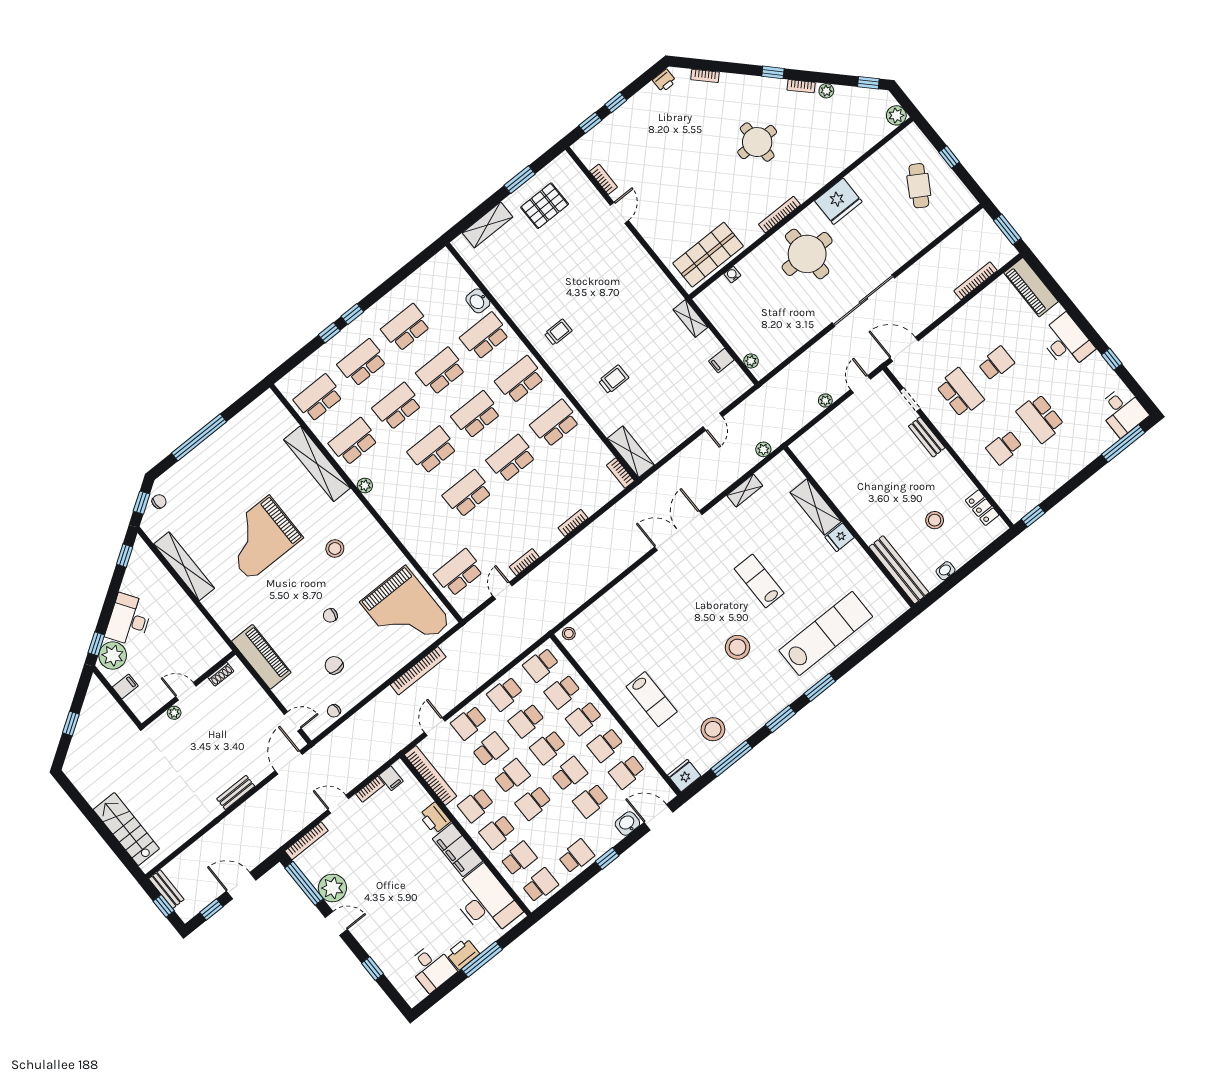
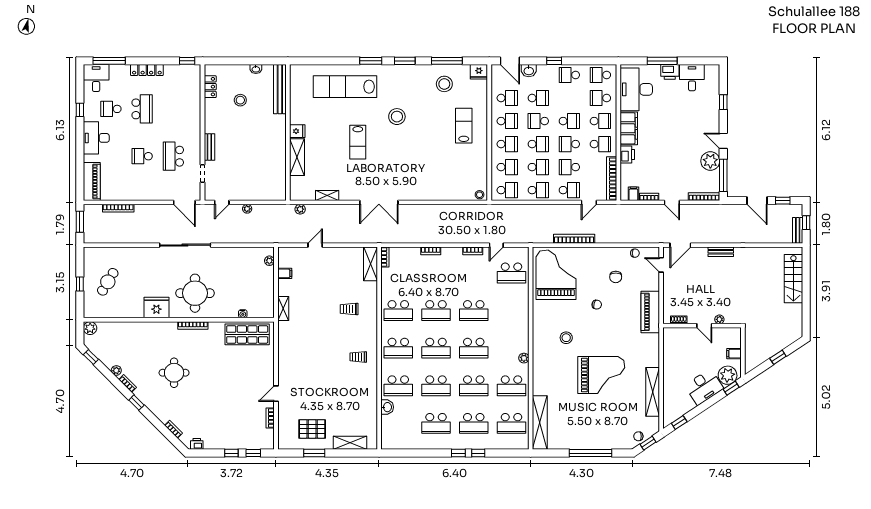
school desk: (1004, 447) -> (111, 109), moved, turned 180
shelving: (317, 464) -> (540, 423), moved
locker: (1071, 468) -> (147, 70), added

